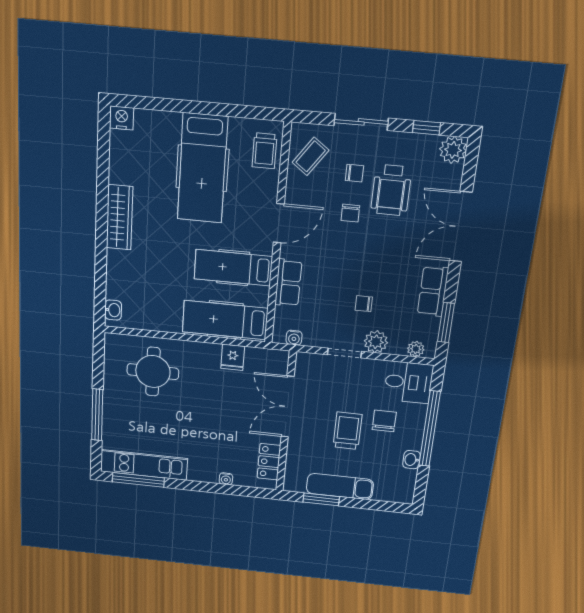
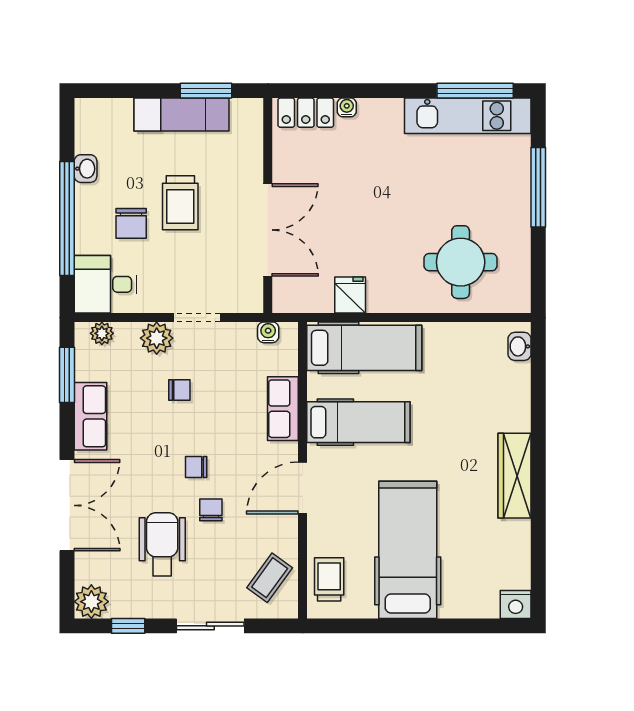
chair: (354, 173) -> (196, 467), moved
locker: (269, 462) -> (306, 113), moved, turned 90

